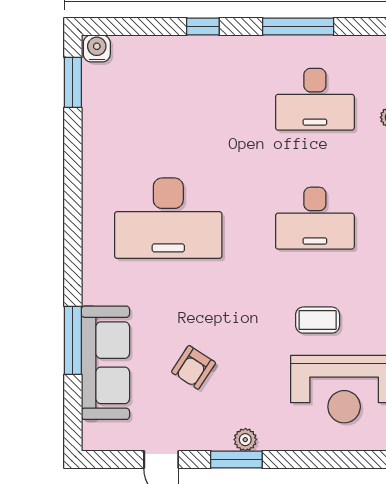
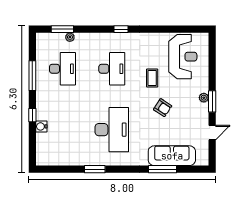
water cooler: (97, 48) -> (41, 126), moved
window: (73, 82) -> (95, 169), moved
coffee table: (318, 320) -> (152, 78), moved
armchair: (193, 367) -> (163, 108), moved

